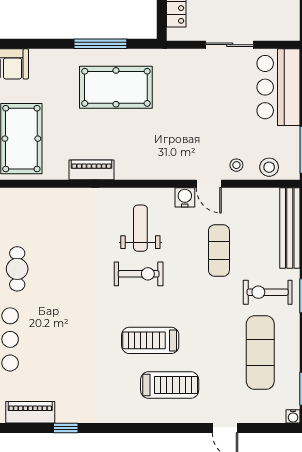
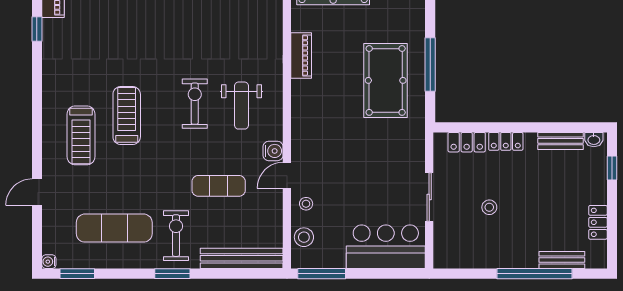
weight bench: (140, 228) -> (242, 106), turned 90
exercise bike: (139, 274) -> (195, 104), turned 180

